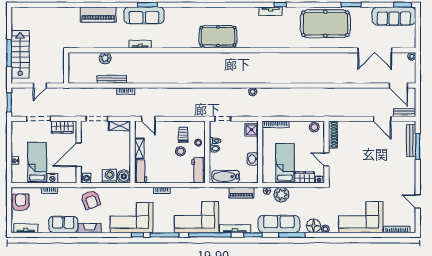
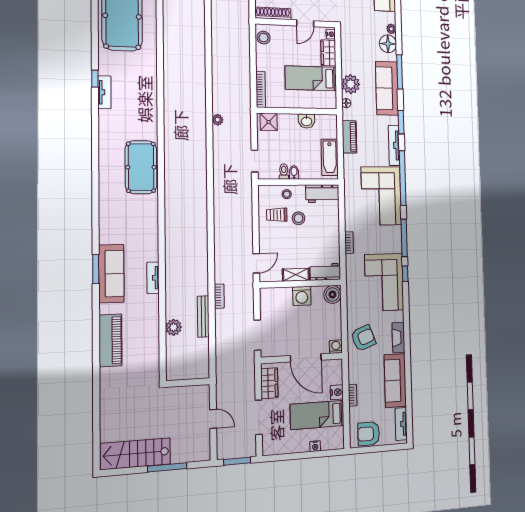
stairs: (20, 54) -> (135, 454), moved
shelving: (119, 126) -> (266, 303), removed
washing machine: (110, 176) -> (302, 296), moved, turned -90
sofa: (63, 224) -> (395, 381), width x1.36

